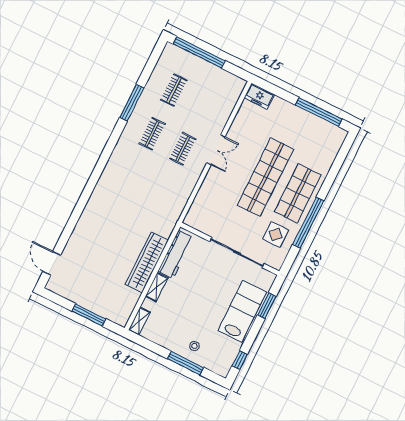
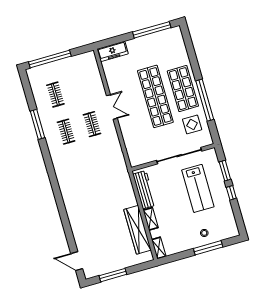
freezer: (259, 96) -> (113, 51), width x1.40
wardrobe: (147, 262) -> (138, 230), moved
lab bench: (242, 311) -> (198, 188), moved, turned 180
window: (89, 315) -> (113, 275), moved
window: (240, 360) -> (231, 193), moved

